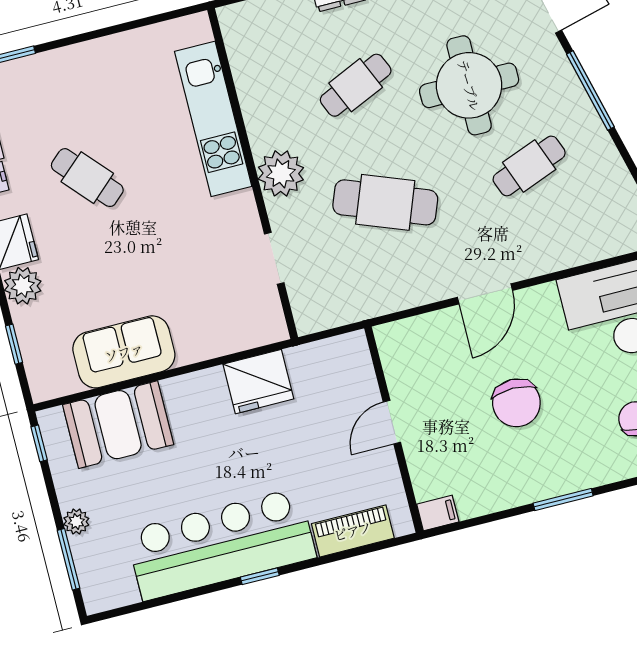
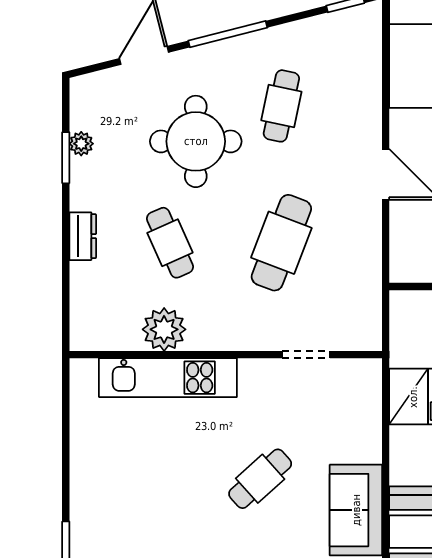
cafe table: (529, 166) -> (281, 106), turned 33
plant: (281, 173) -> (164, 329), moved
cafe table: (87, 178) -> (260, 479), moved

